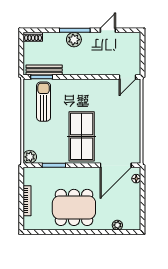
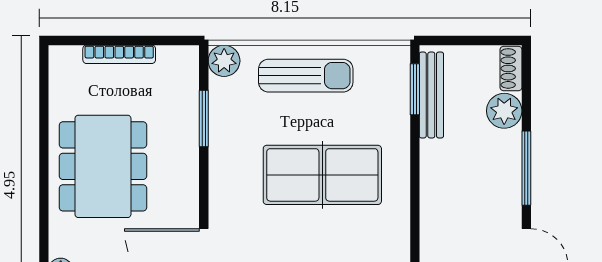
plant: (74, 40) -> (504, 111), moved
sun lounger: (44, 102) -> (306, 76), moved
table tennis table: (82, 136) -> (322, 175), moved

